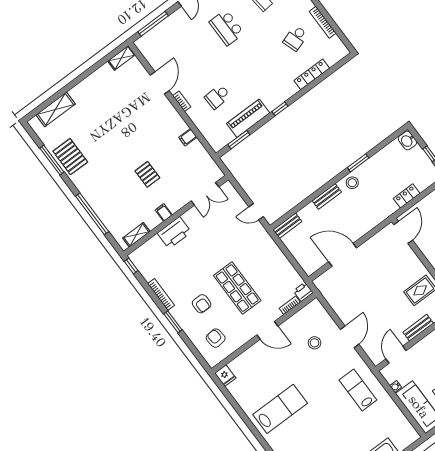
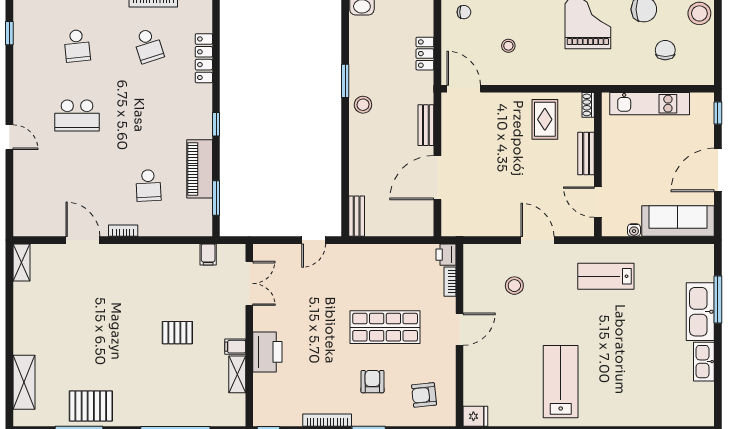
window: (153, 24) -> (9, 197), removed
filing cabinet: (188, 137) -> (208, 254), moved
bench: (327, 196) -> (426, 125), moved
shelving: (136, 235) -> (237, 374), moved
armchair: (202, 304) -> (372, 382), turned -90

